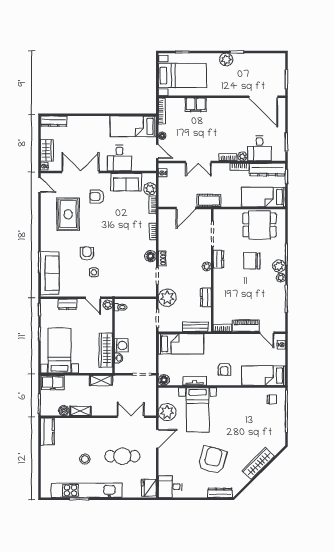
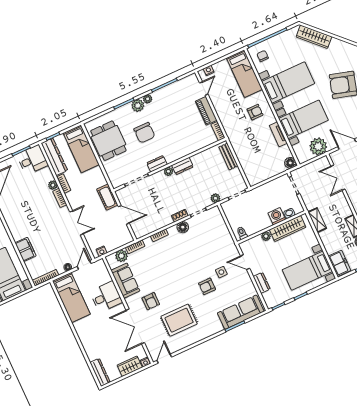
desk: (259, 148) -> (32, 160), moved
dresser: (206, 297) -> (182, 166), moved
door: (93, 298) -> (245, 262), swing flipped
plant: (167, 298) -> (215, 198), width x0.53, depth x0.53
plant: (108, 305) -> (266, 236), moved
bed: (181, 344) -> (250, 162), removed
bed with nightstands: (237, 411) -> (288, 82), added
wardrobe: (258, 463) -> (314, 37), moved

